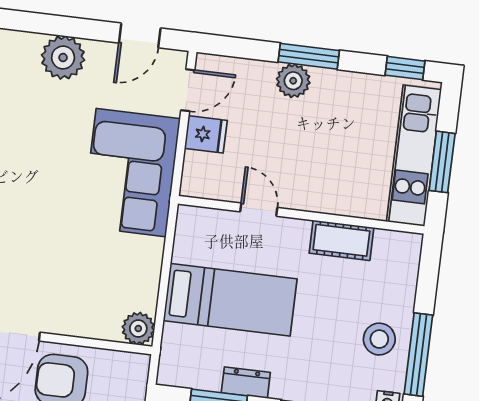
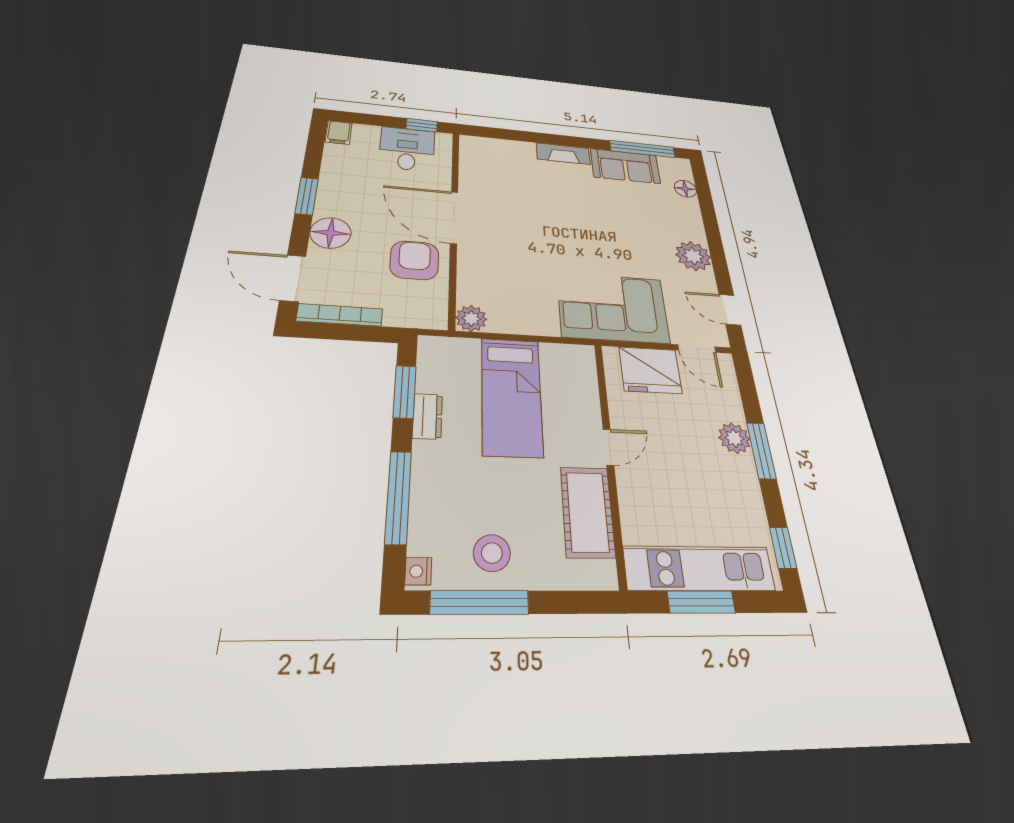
fridge: (206, 134) -> (650, 370), width x1.88, depth x1.34
door: (259, 210) -> (608, 447), moved
cot: (341, 240) -> (587, 512), width x1.37, depth x1.34

